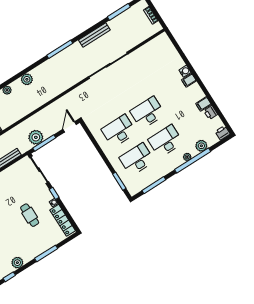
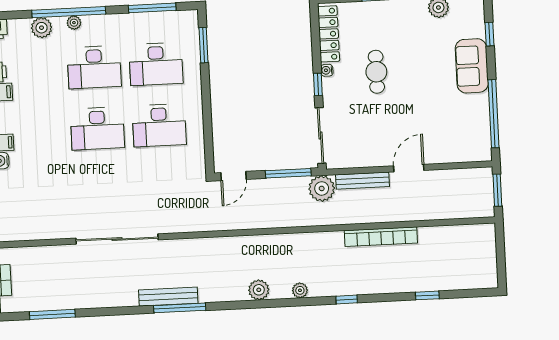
bench: (94, 35) -> (168, 297), moved
plant: (36, 137) -> (322, 188), moved

